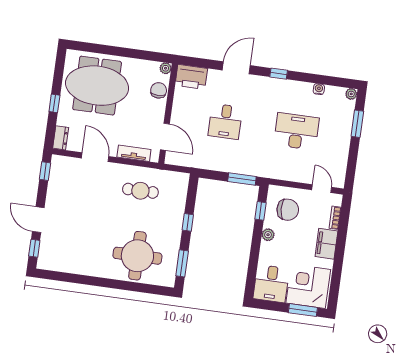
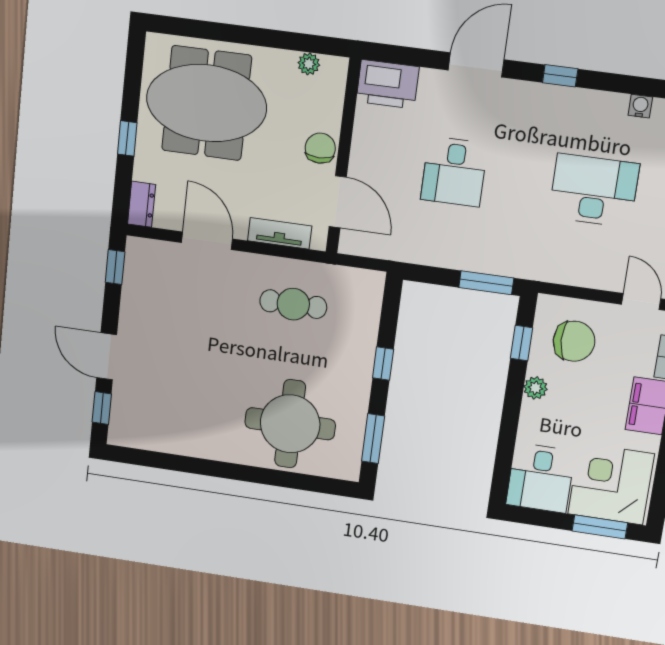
plant: (166, 68) -> (309, 64), moved
chair: (159, 90) -> (320, 148), moved

